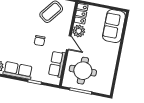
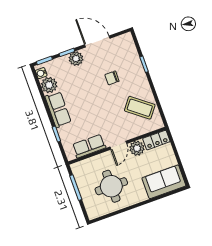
chair: (40, 41) -> (112, 78), moved
round table: (83, 71) -> (111, 186), moved

